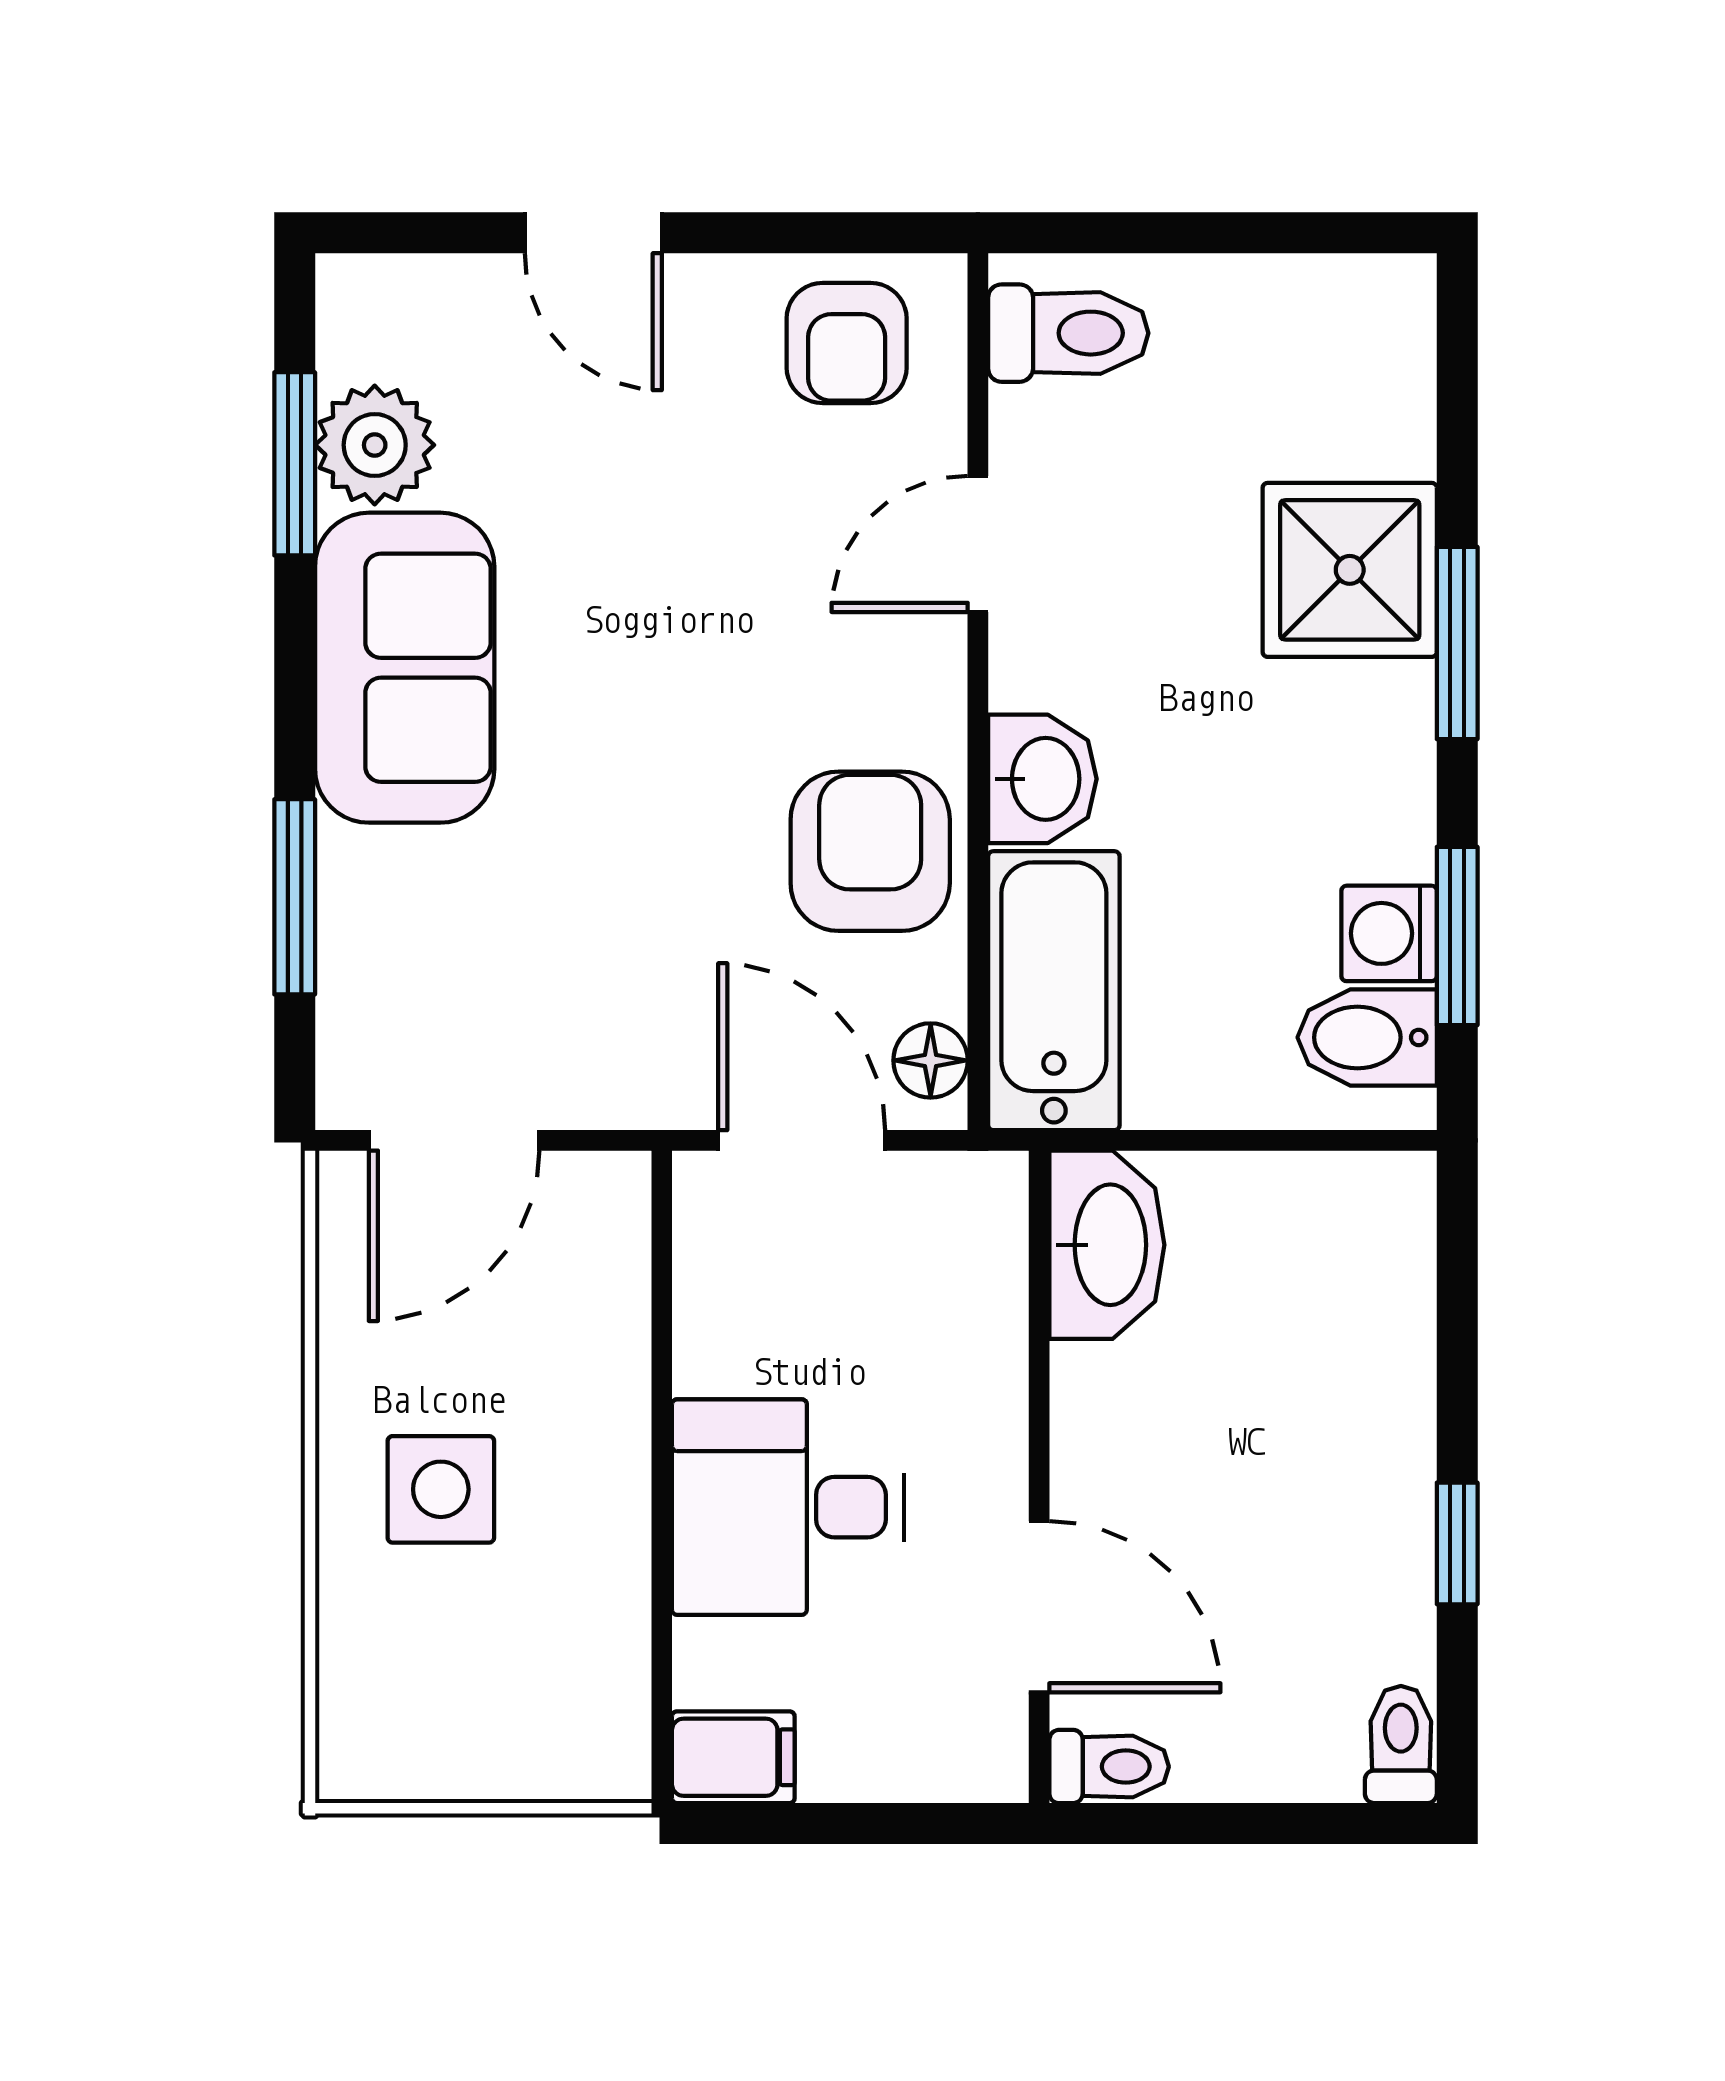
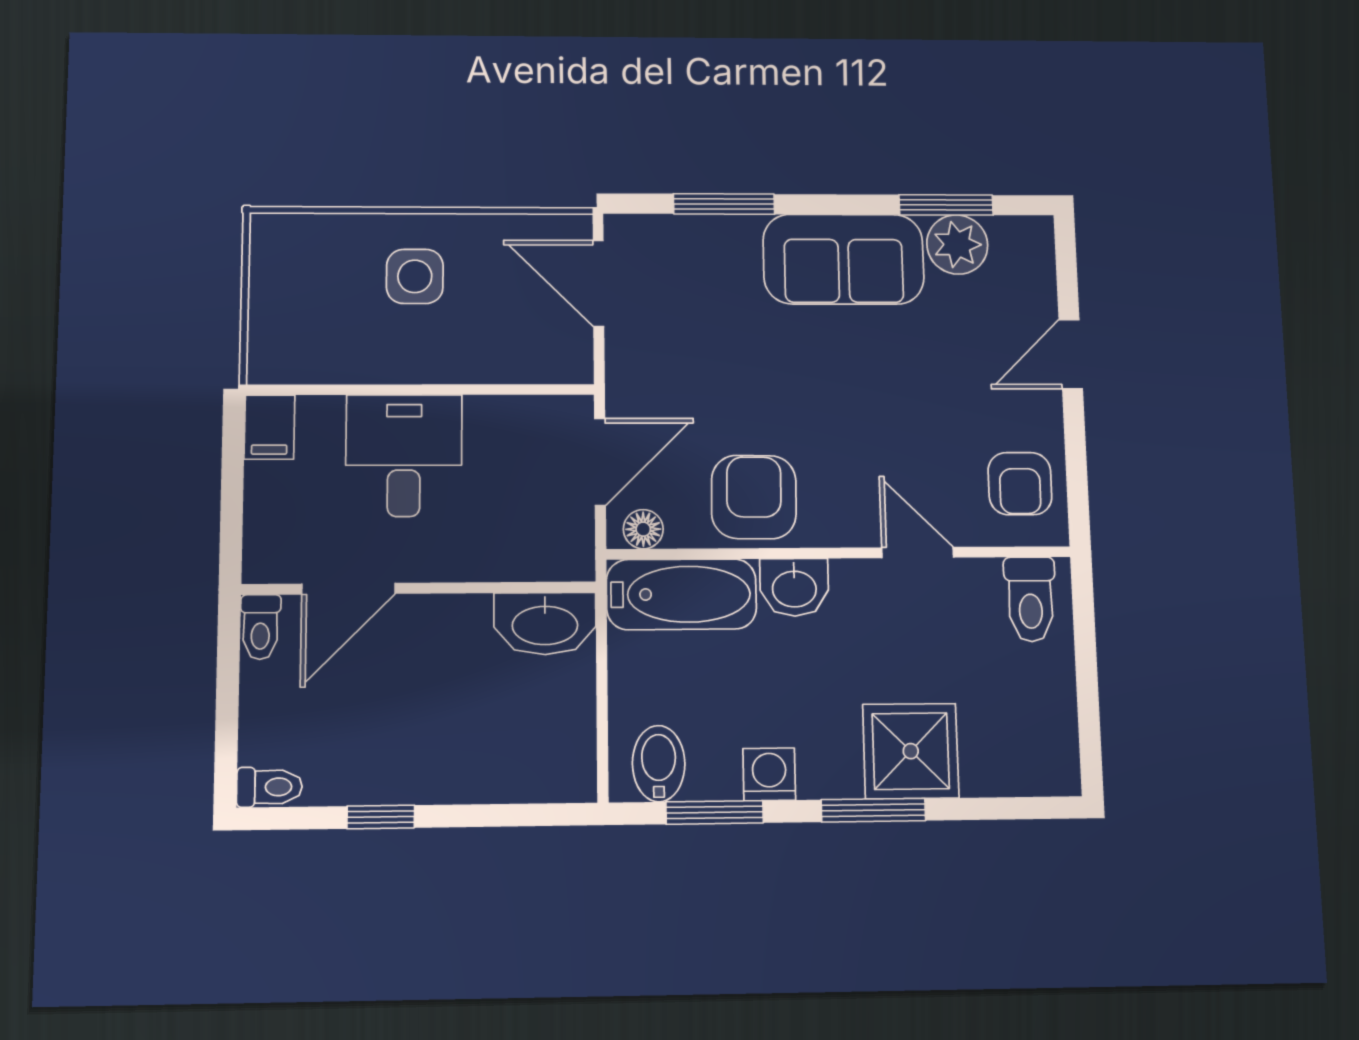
armchair: (847, 343) -> (1020, 484), turned -90
armchair: (870, 851) -> (754, 497), turned -89
washing machine: (1389, 933) -> (769, 774), moved

